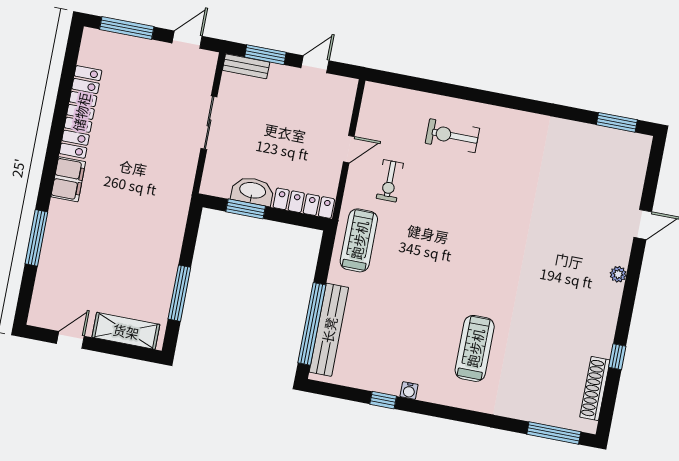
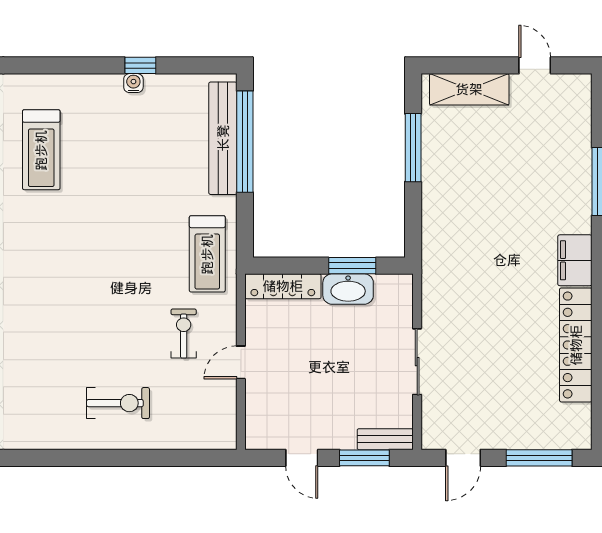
door: (315, 64) -> (302, 458), hinge flipped
door: (70, 340) -> (535, 65), swing flipped
water cooler: (409, 391) -> (133, 83), moved

